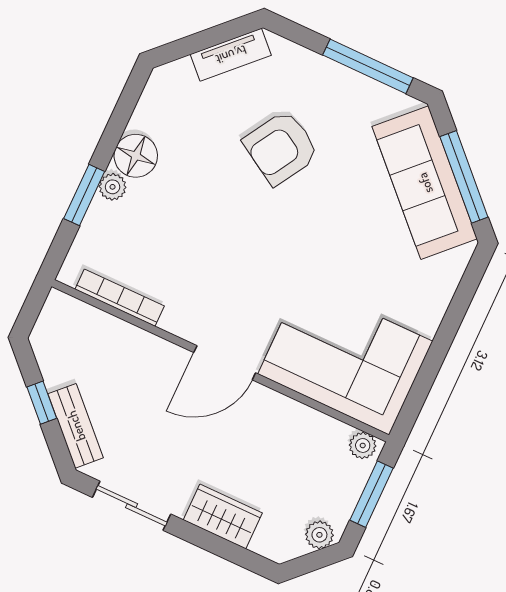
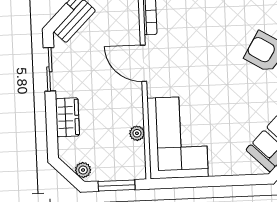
door: (225, 363) -> (144, 63), moved
plant: (363, 445) -> (137, 133), moved

